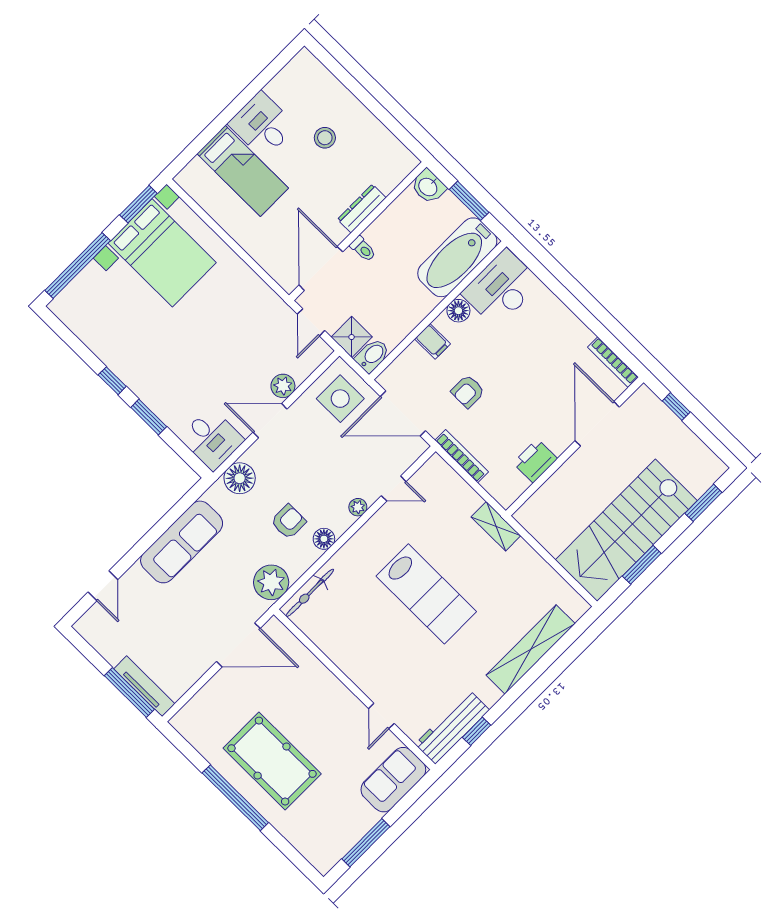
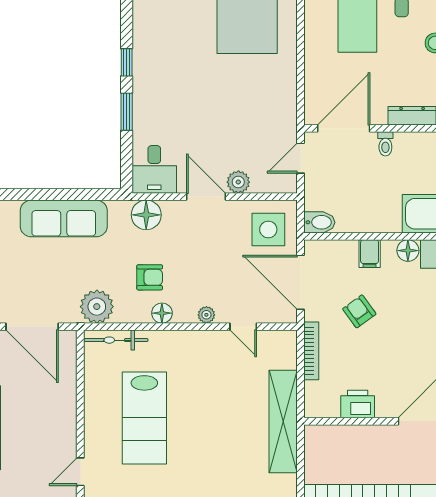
shower: (352, 337) -> (318, 196), removed
armchair: (468, 391) -> (359, 311), turned 54
shelving: (496, 526) -> (283, 422), width x2.20, depth x1.33
lab bench: (426, 594) -> (144, 418), moved

